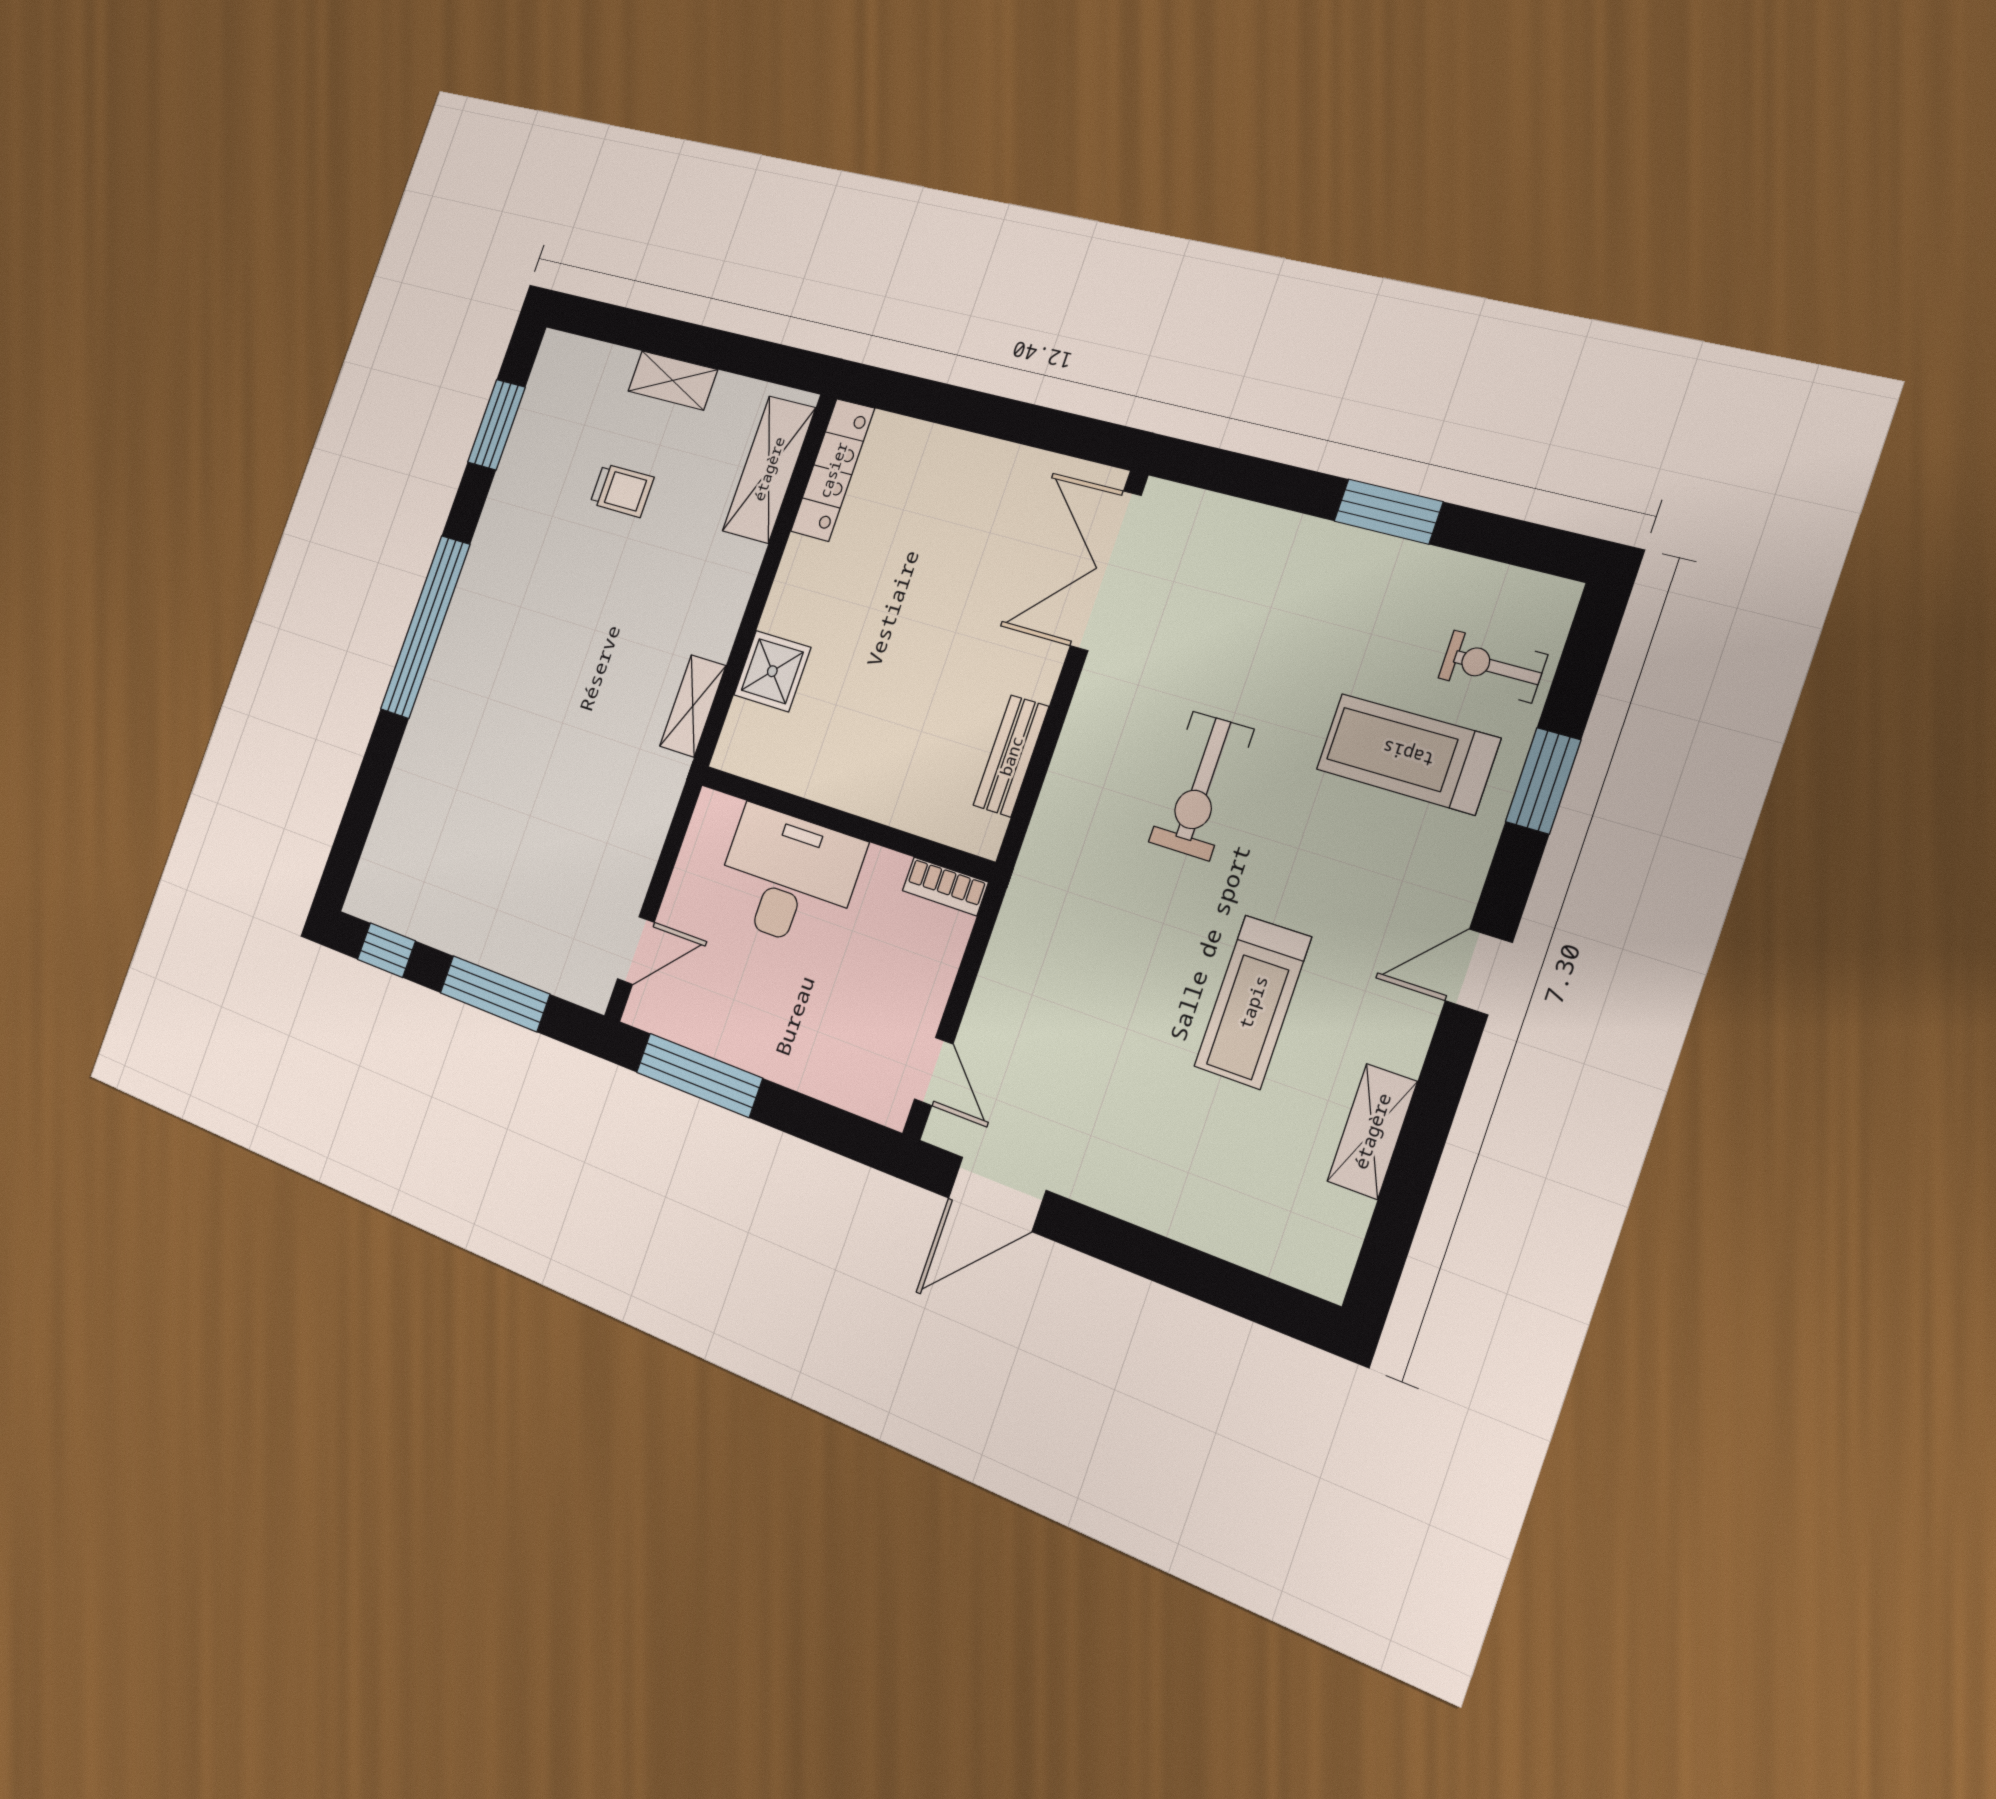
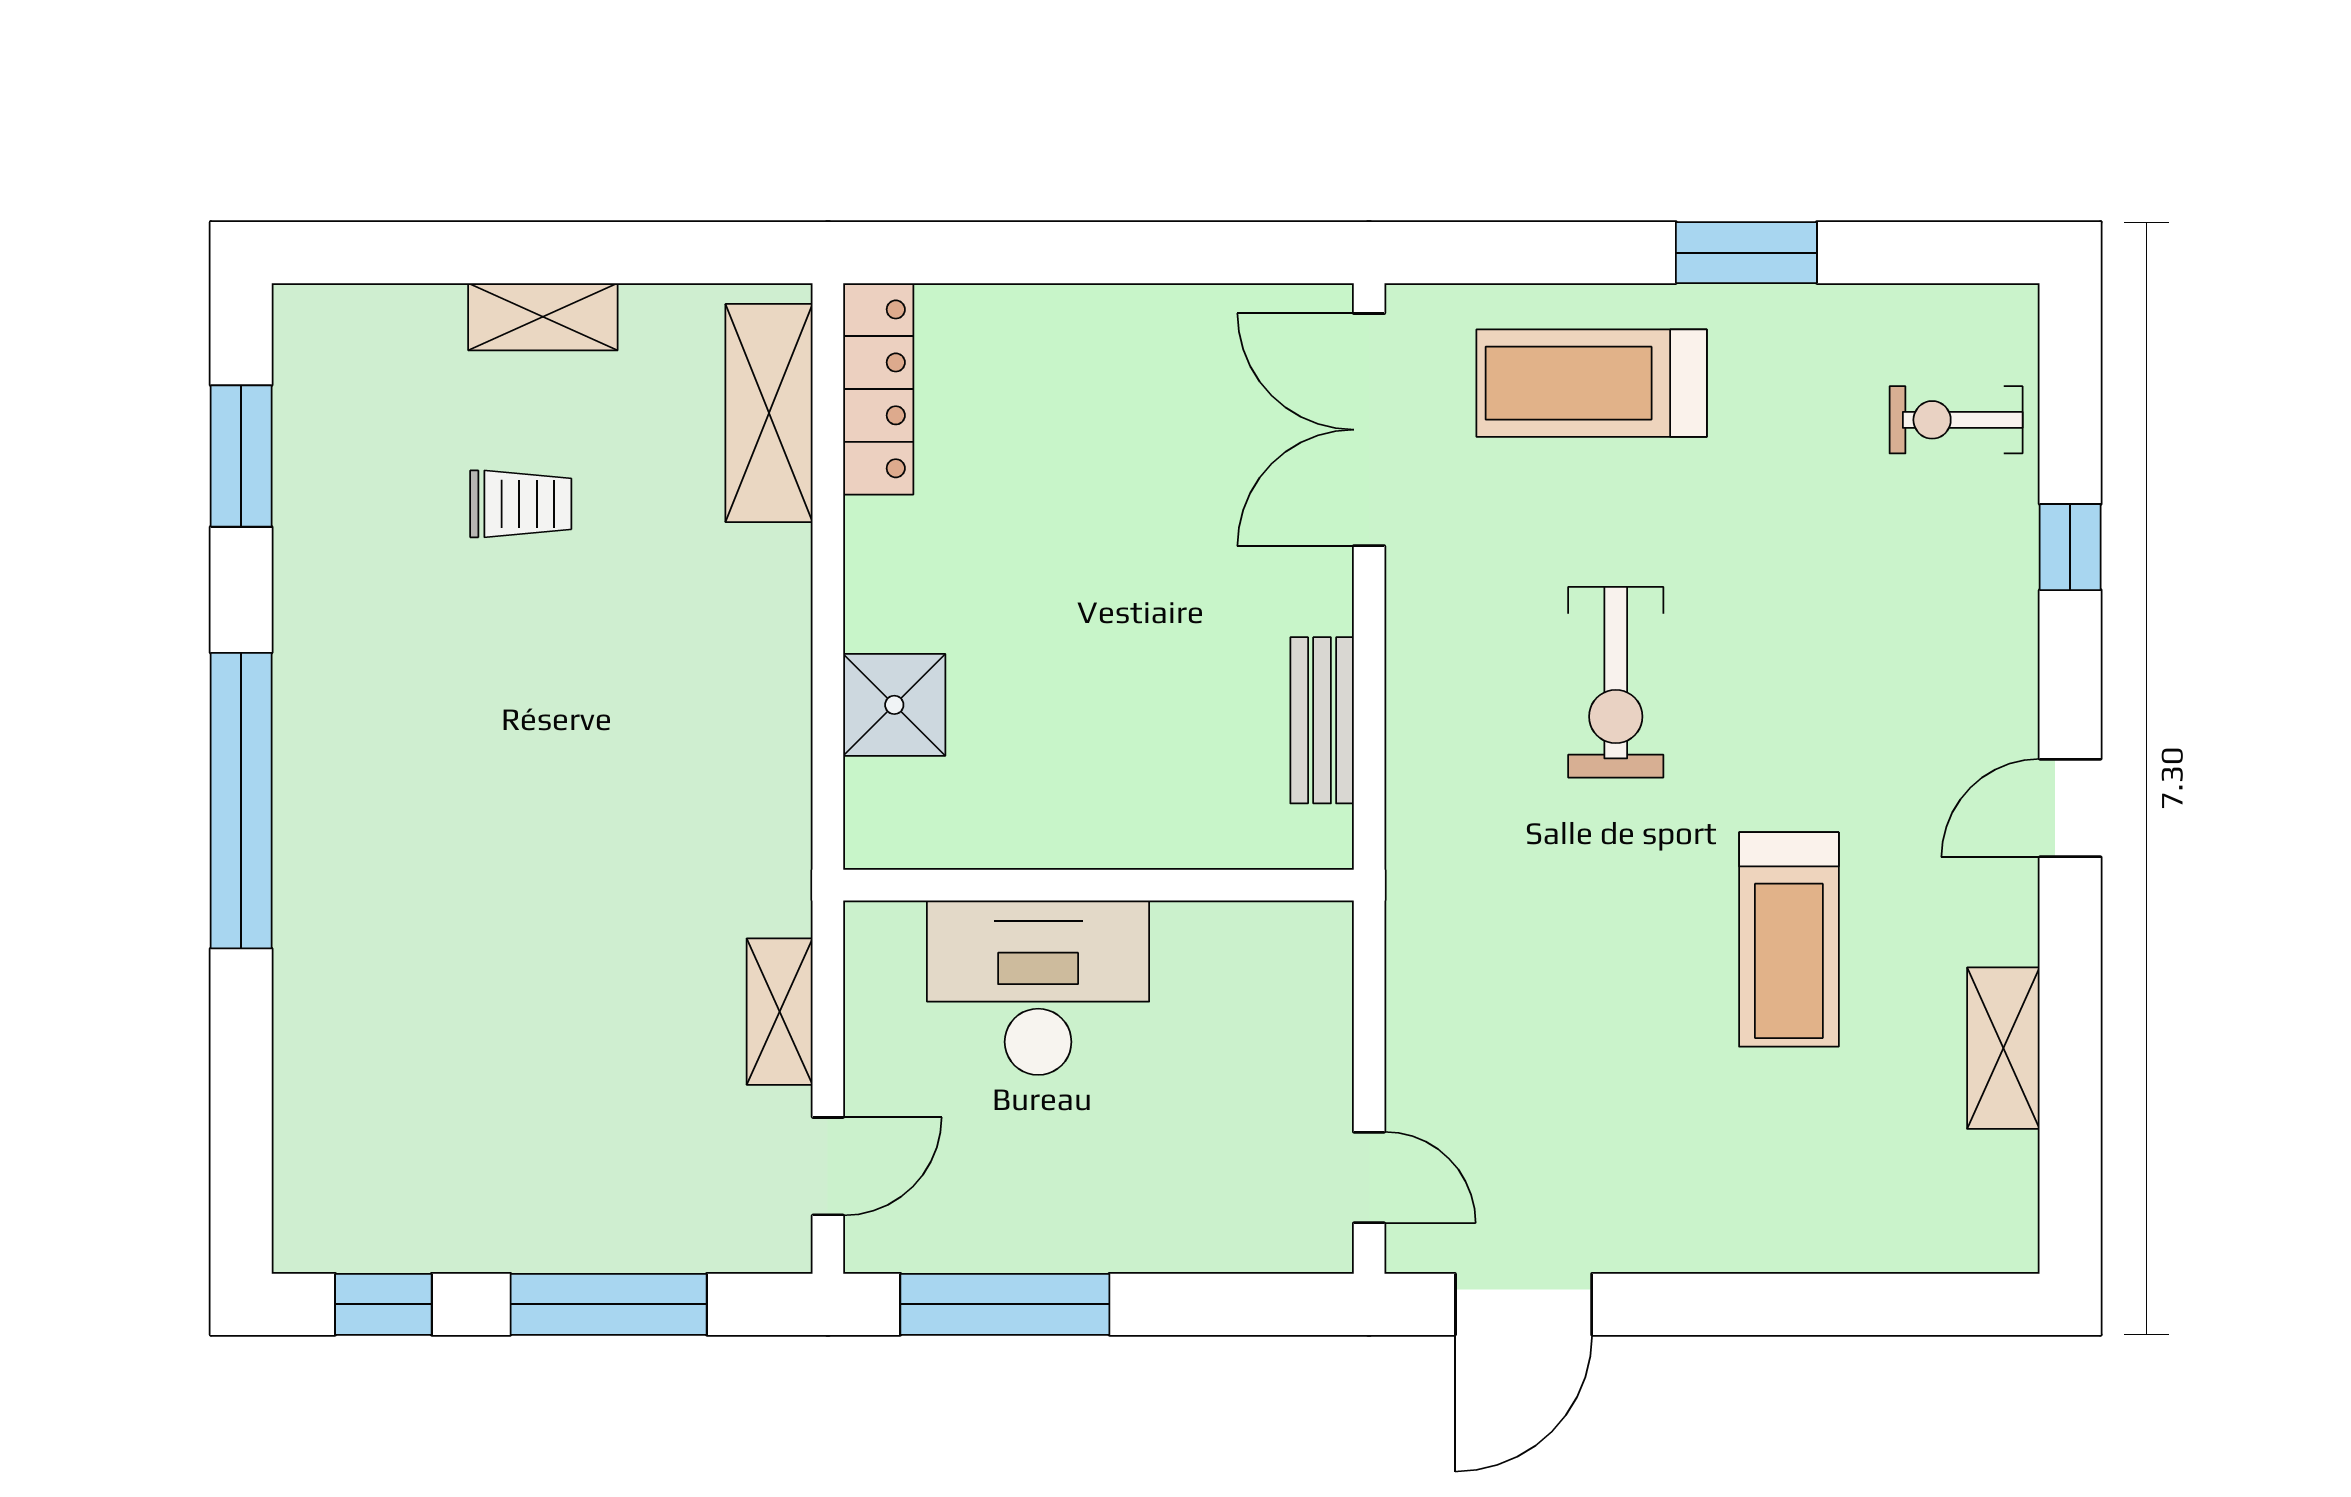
shelving: (693, 706) -> (780, 1012), moved
treadmill: (1408, 754) -> (1592, 383), moved
window: (1543, 781) -> (2070, 547), width x0.67
bookcase: (945, 886) -> (1290, 926), removed

